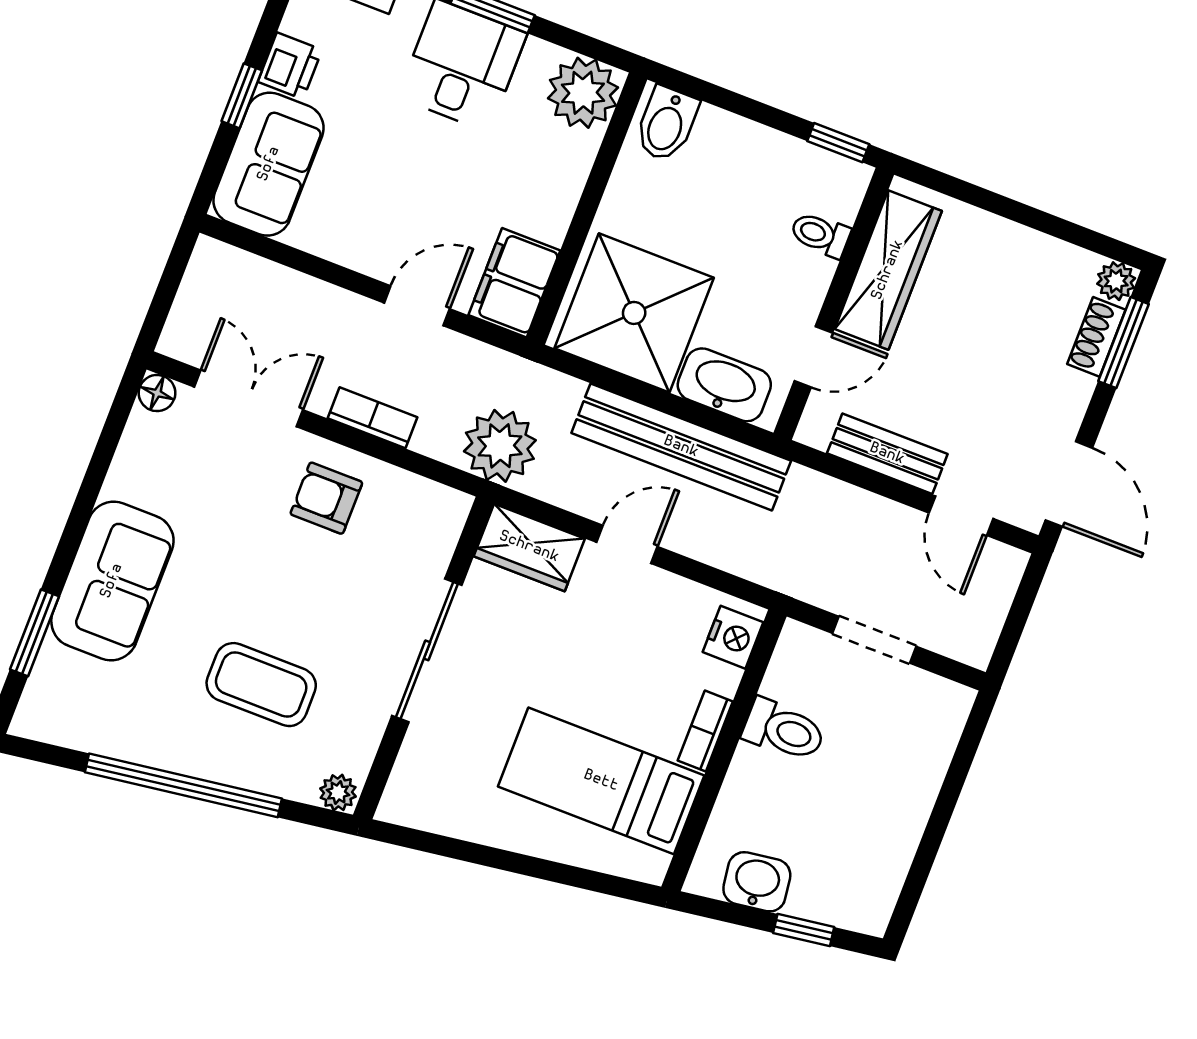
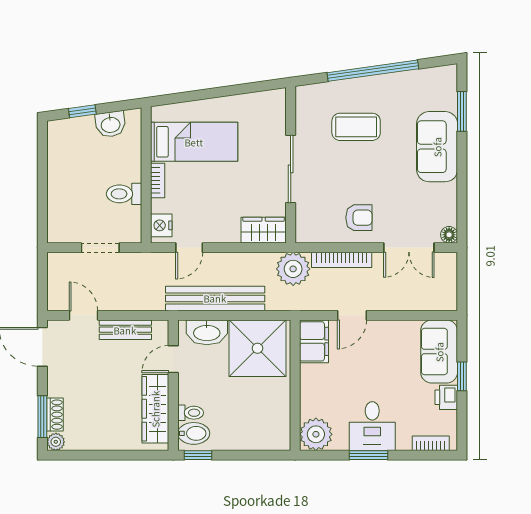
bidet: (666, 124) -> (194, 433), moved, turned 90
bookcase: (372, 418) -> (342, 260), width x1.56
door: (627, 544) -> (189, 248), moved
plant: (338, 793) -> (305, 93), removed

